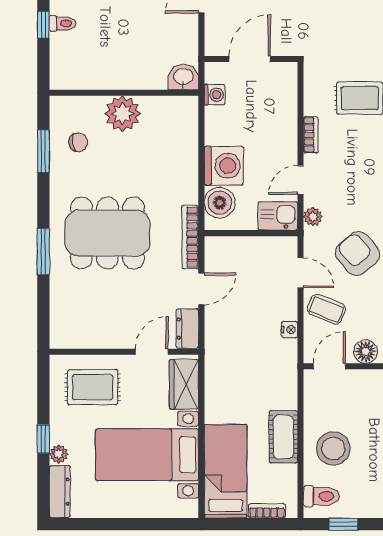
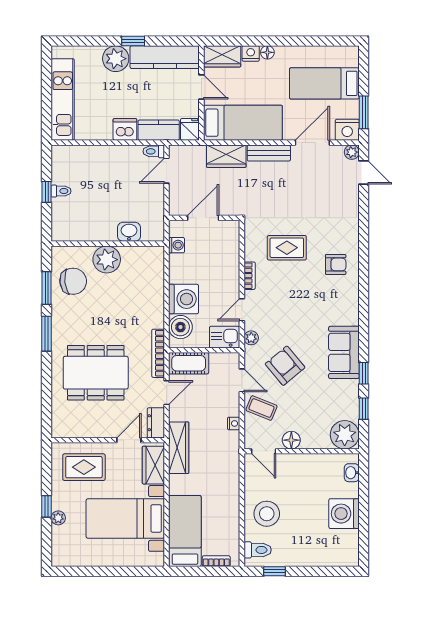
washbasin: (183, 77) -> (129, 232), moved
chair: (78, 142) -> (73, 281), width x1.87, depth x1.87
dining table: (107, 233) -> (96, 373), moved
window: (43, 251) -> (47, 334), moved
wardrobe: (217, 361) -> (179, 448), added
door: (329, 366) -> (264, 451), swing flipped
cot: (283, 437) -> (189, 363), moved, turned 90
dresser: (60, 492) -> (59, 546), removed

